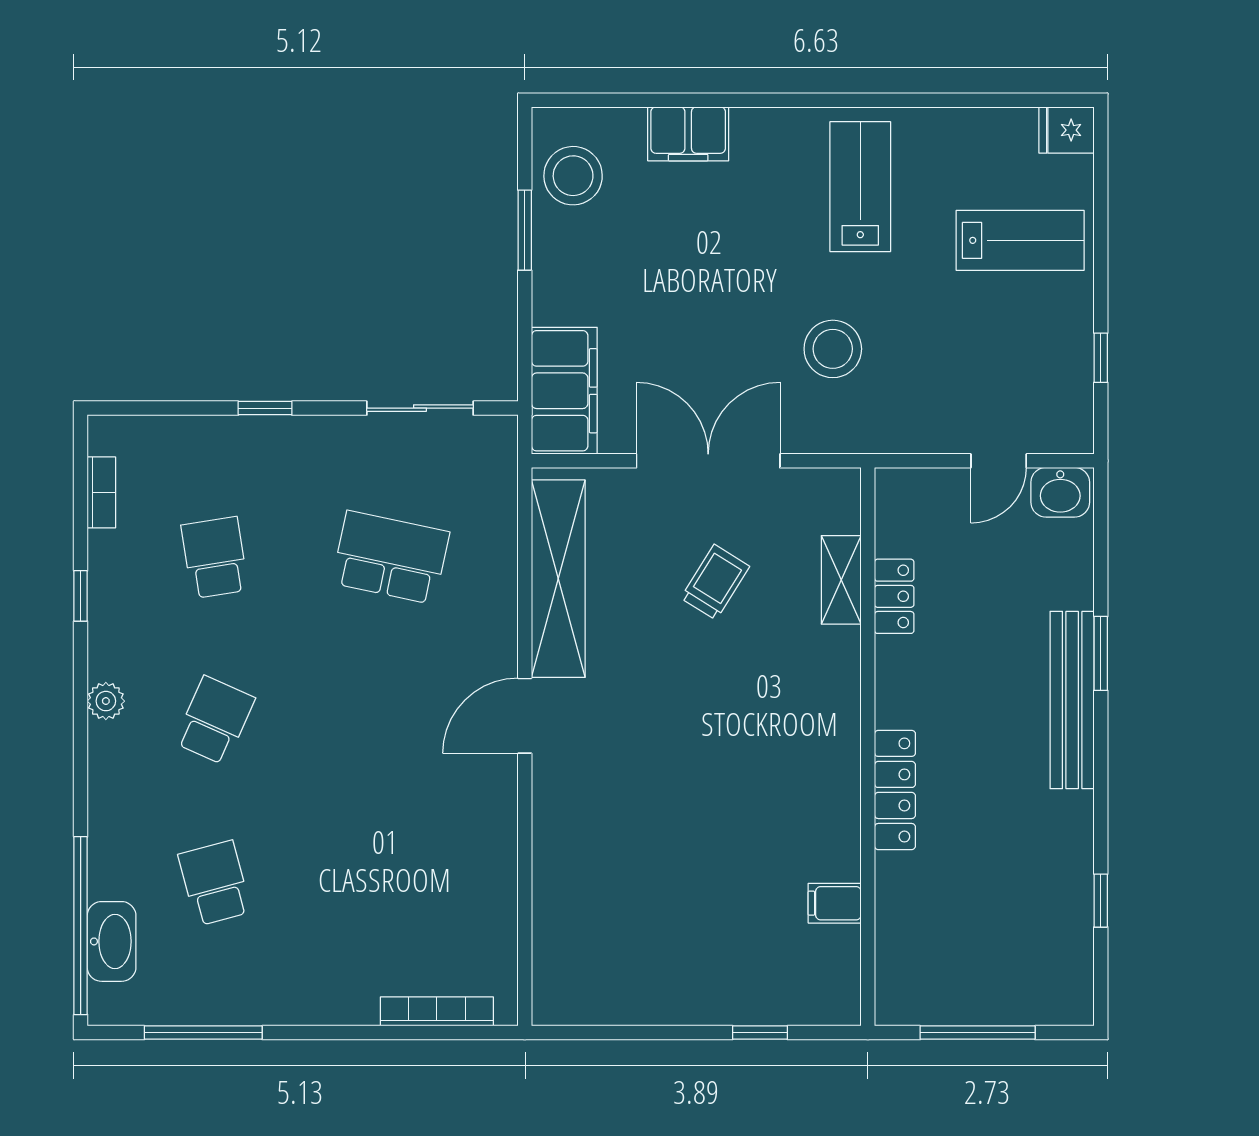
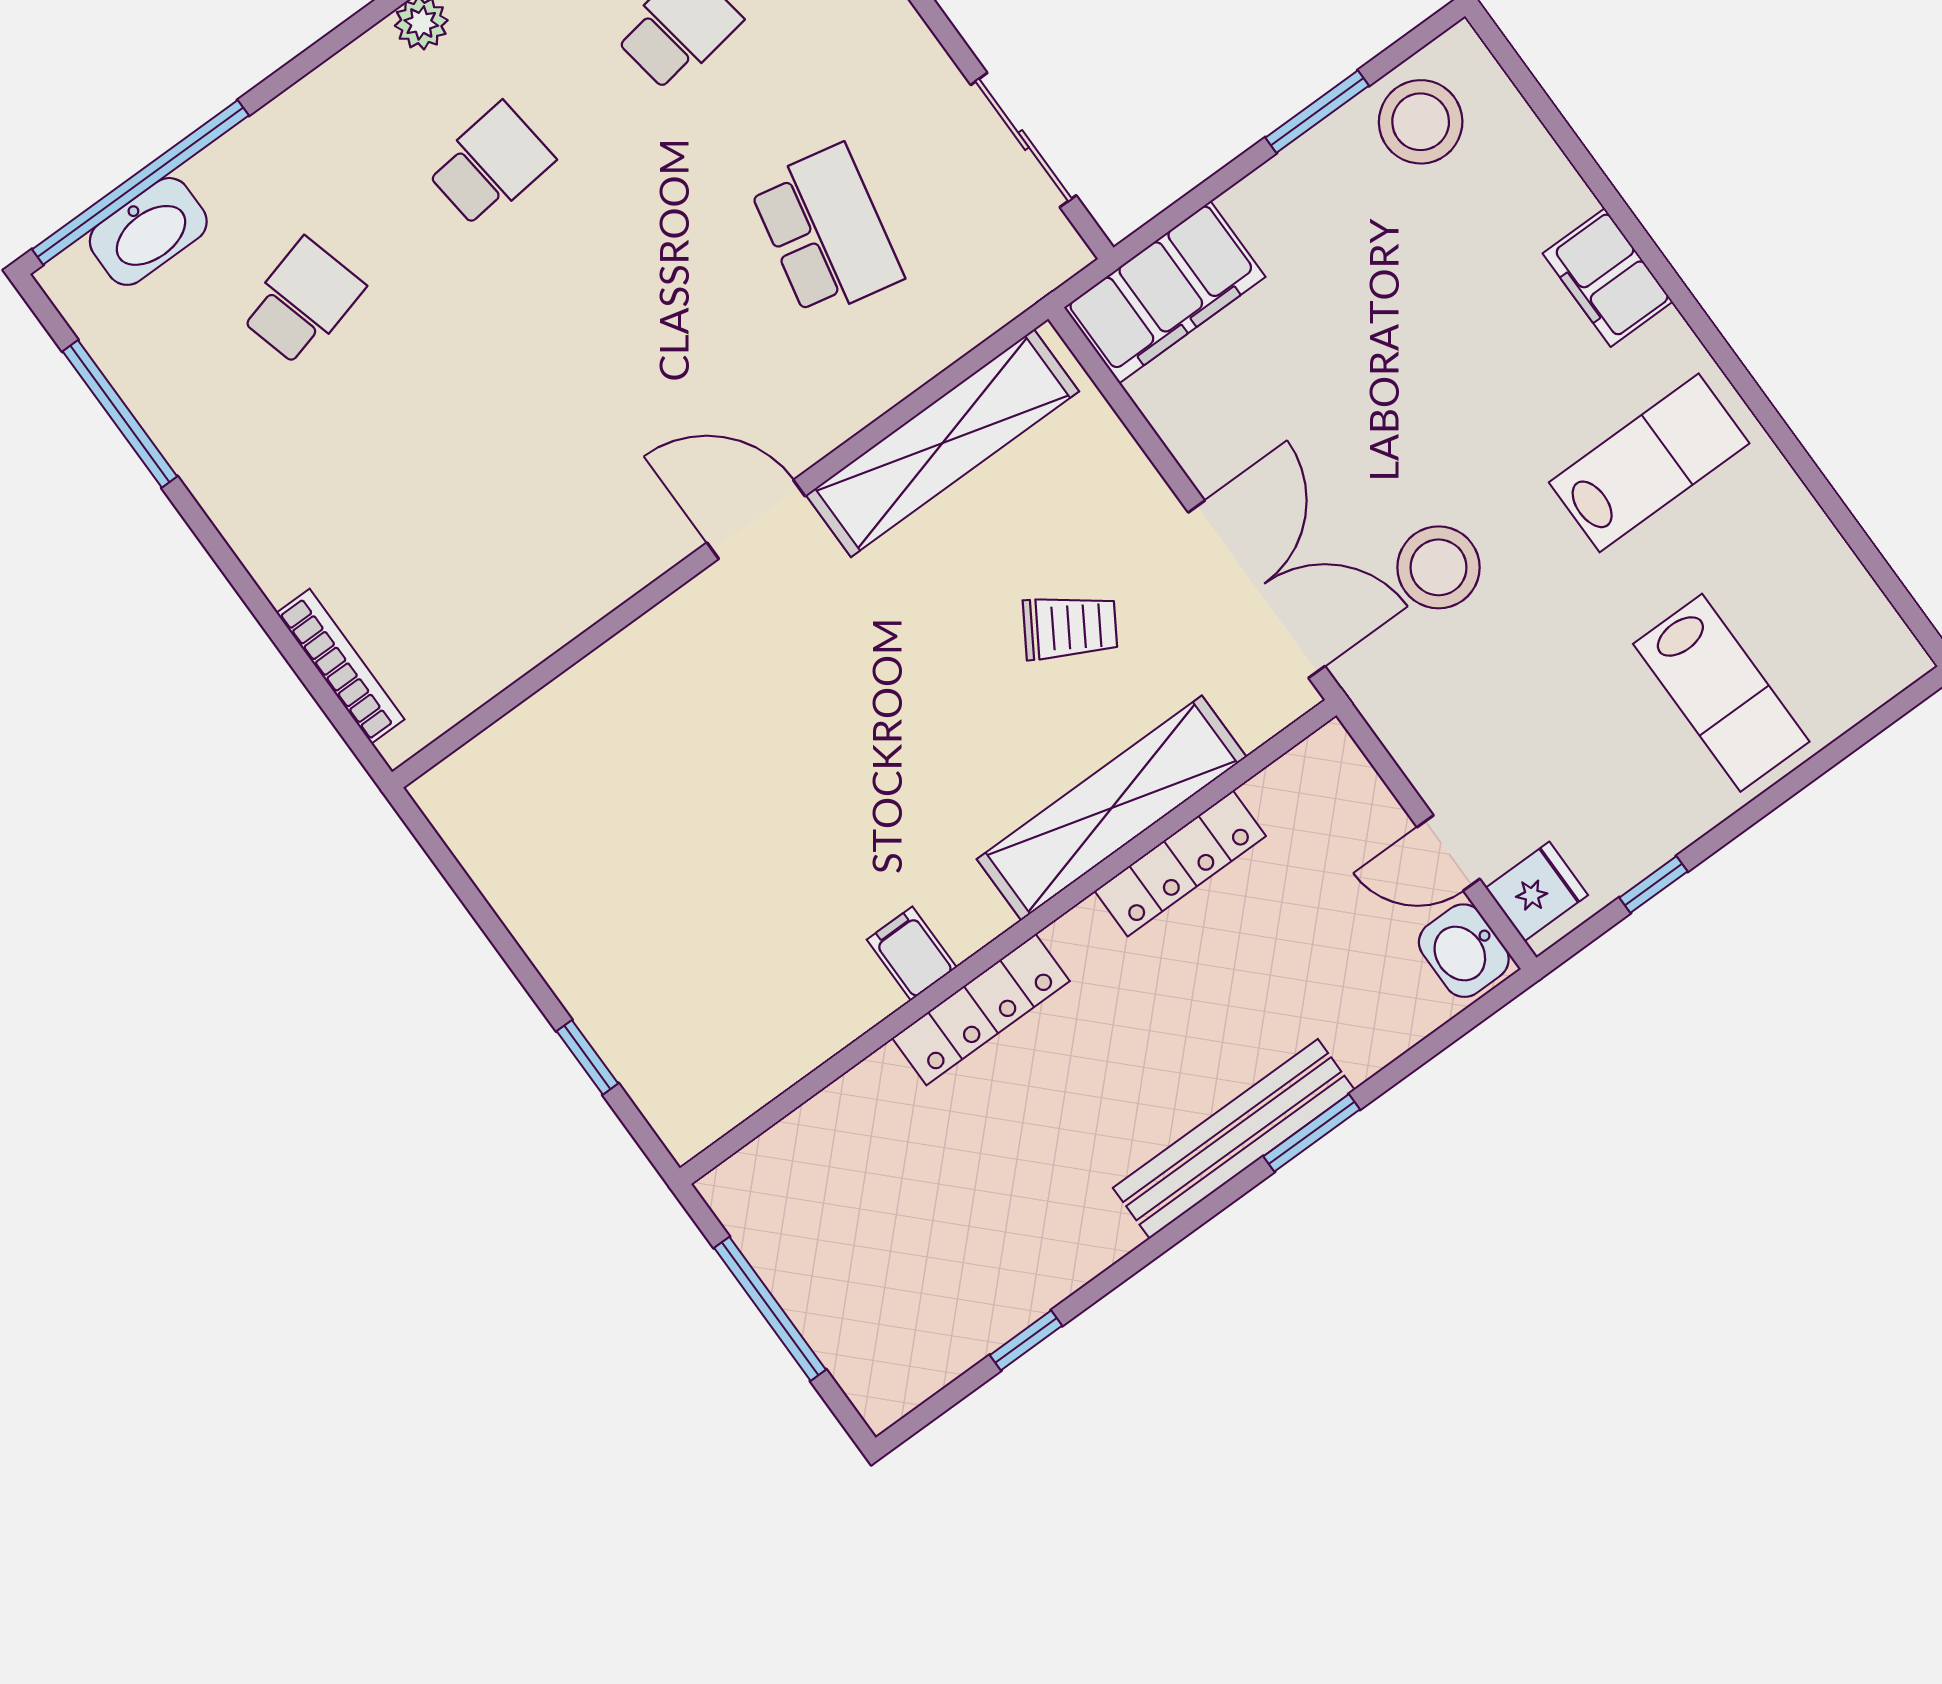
fridge: (1067, 130) -> (1537, 891), moved, turned 90
filing cabinet: (688, 134) -> (1608, 278), moved
double door: (708, 461) -> (1257, 589), moved
shelving: (841, 580) -> (1112, 808), width x2.20, depth x1.33
locker: (894, 596) -> (1180, 863), width x1.53
school desk: (215, 720) -> (490, 165), turned -30
filing cabinet: (835, 903) -> (912, 954), moved

